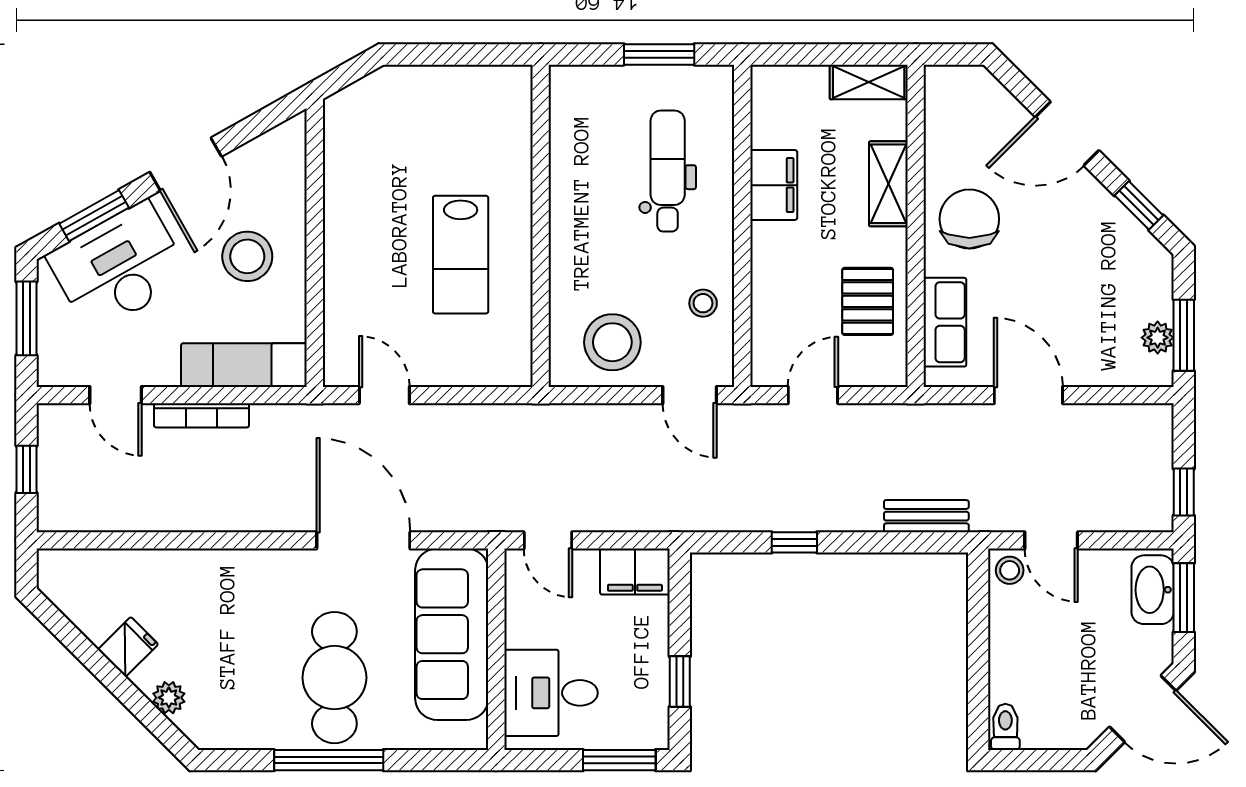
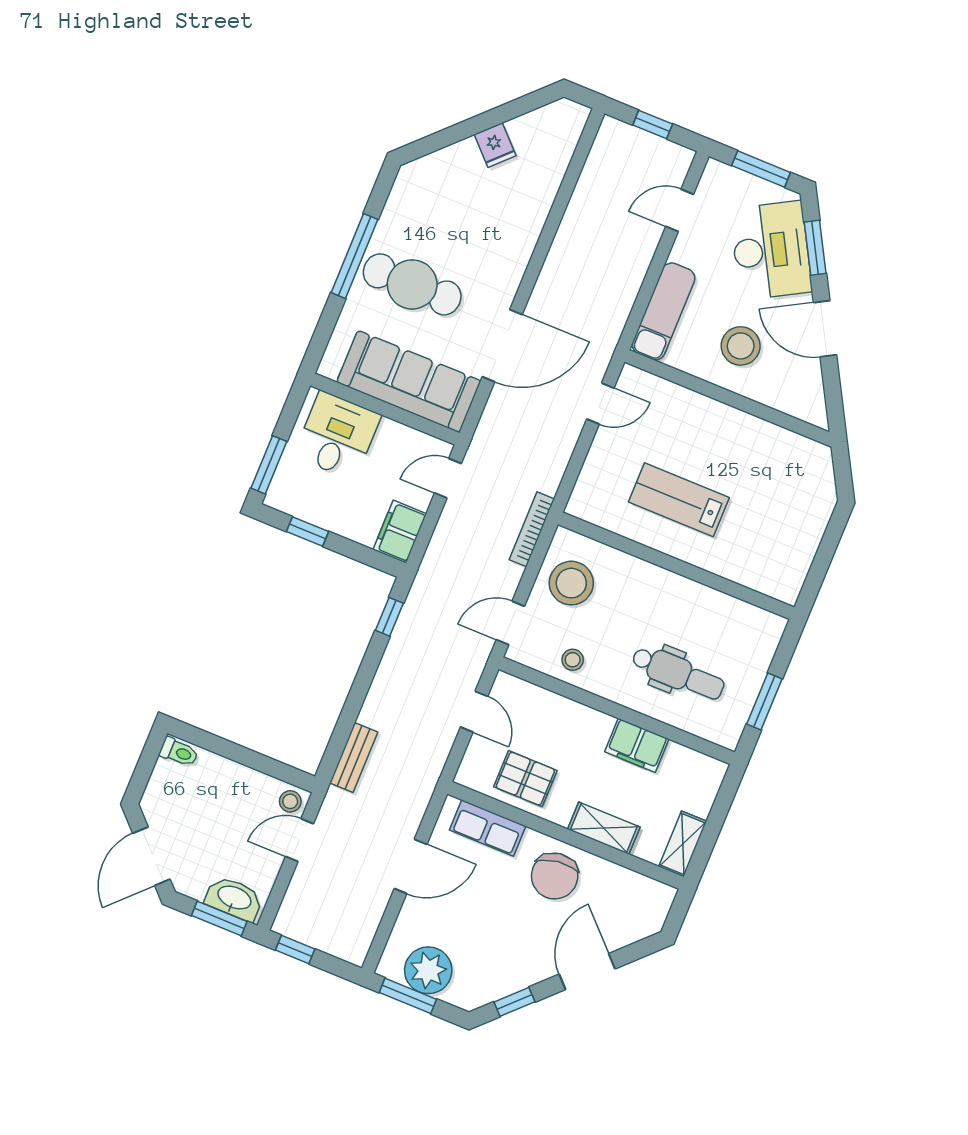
chair: (969, 219) -> (555, 876), turned 82
plant: (1158, 338) -> (428, 970), width x1.88, depth x1.88
bookcase: (202, 415) -> (532, 529), moved
window: (794, 542) -> (389, 617), moved
plant: (169, 698) -> (447, 159), removed

